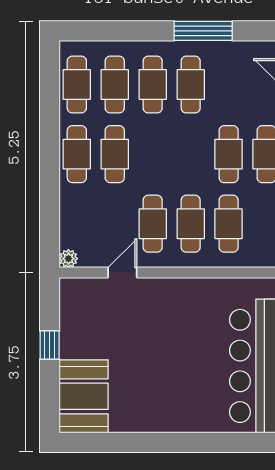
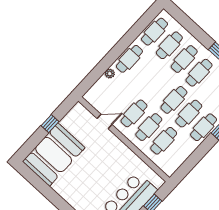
cafe table: (115, 154) -> (174, 100), moved
plant: (68, 259) -> (110, 74), moved
booth: (84, 396) -> (54, 155), width x1.36, depth x1.42

